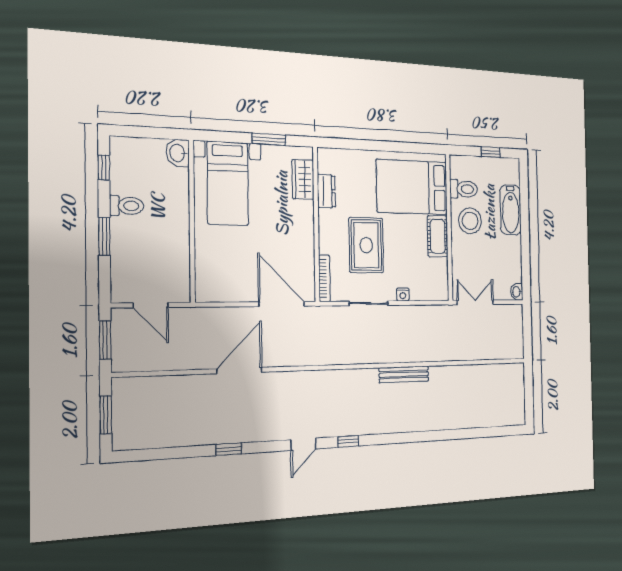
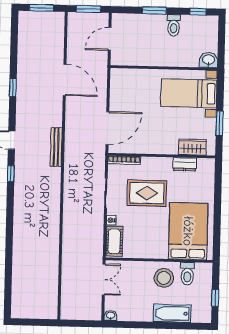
cot: (438, 236) -> (114, 241), moved, turned 90
door: (239, 371) -> (65, 80), moved
bench: (404, 374) -> (56, 147), moved

